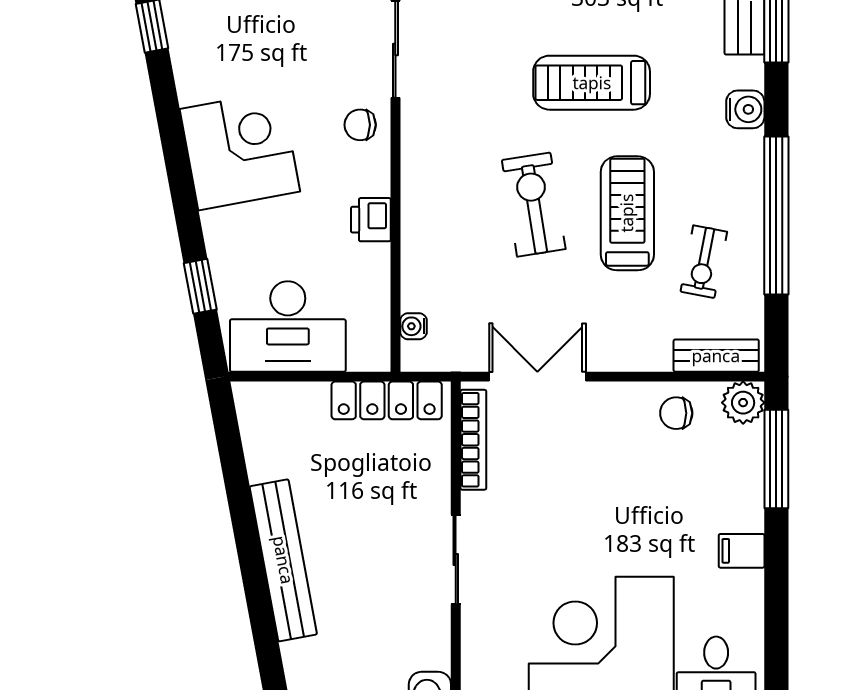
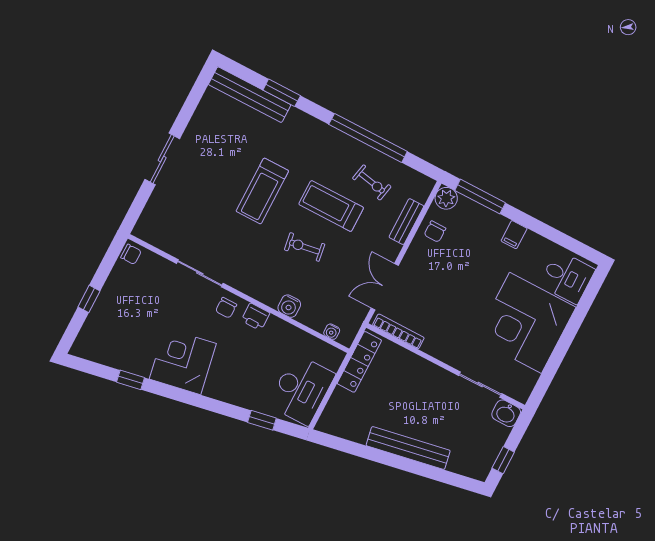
water cooler: (745, 109) -> (289, 306), moved, turned 180
corner desk: (240, 150) -> (183, 361), moved
exercise bike: (534, 205) -> (305, 247), width x0.73, depth x0.72
printer: (371, 220) -> (255, 317), moved
bench: (716, 356) -> (406, 222), moved
sliding door: (456, 560) -> (480, 385), moved

